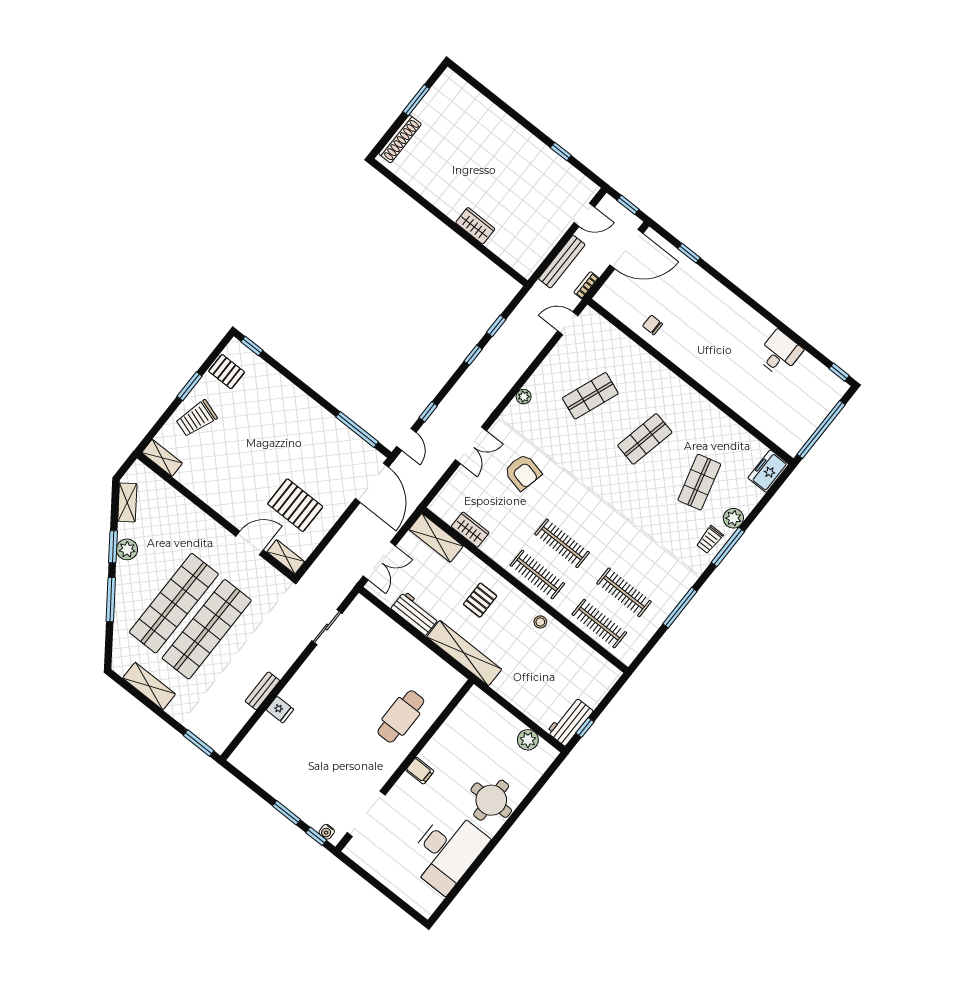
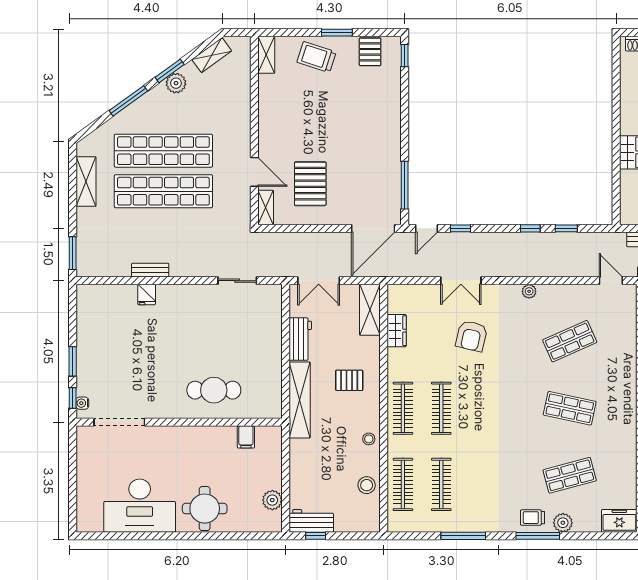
shop shelf: (590, 396) -> (570, 341), turned -45
stool: (576, 654) -> (367, 485), added
filing cabinet: (420, 771) -> (246, 437), moved

